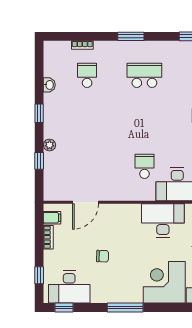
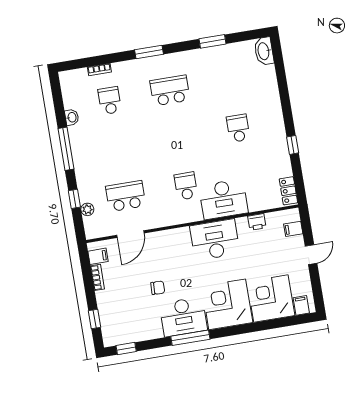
window: (39, 113) -> (66, 149), width x2.17
plant: (50, 145) -> (87, 209), moved
school desk: (87, 166) -> (126, 196), added
desk: (69, 287) -> (183, 317), moved

